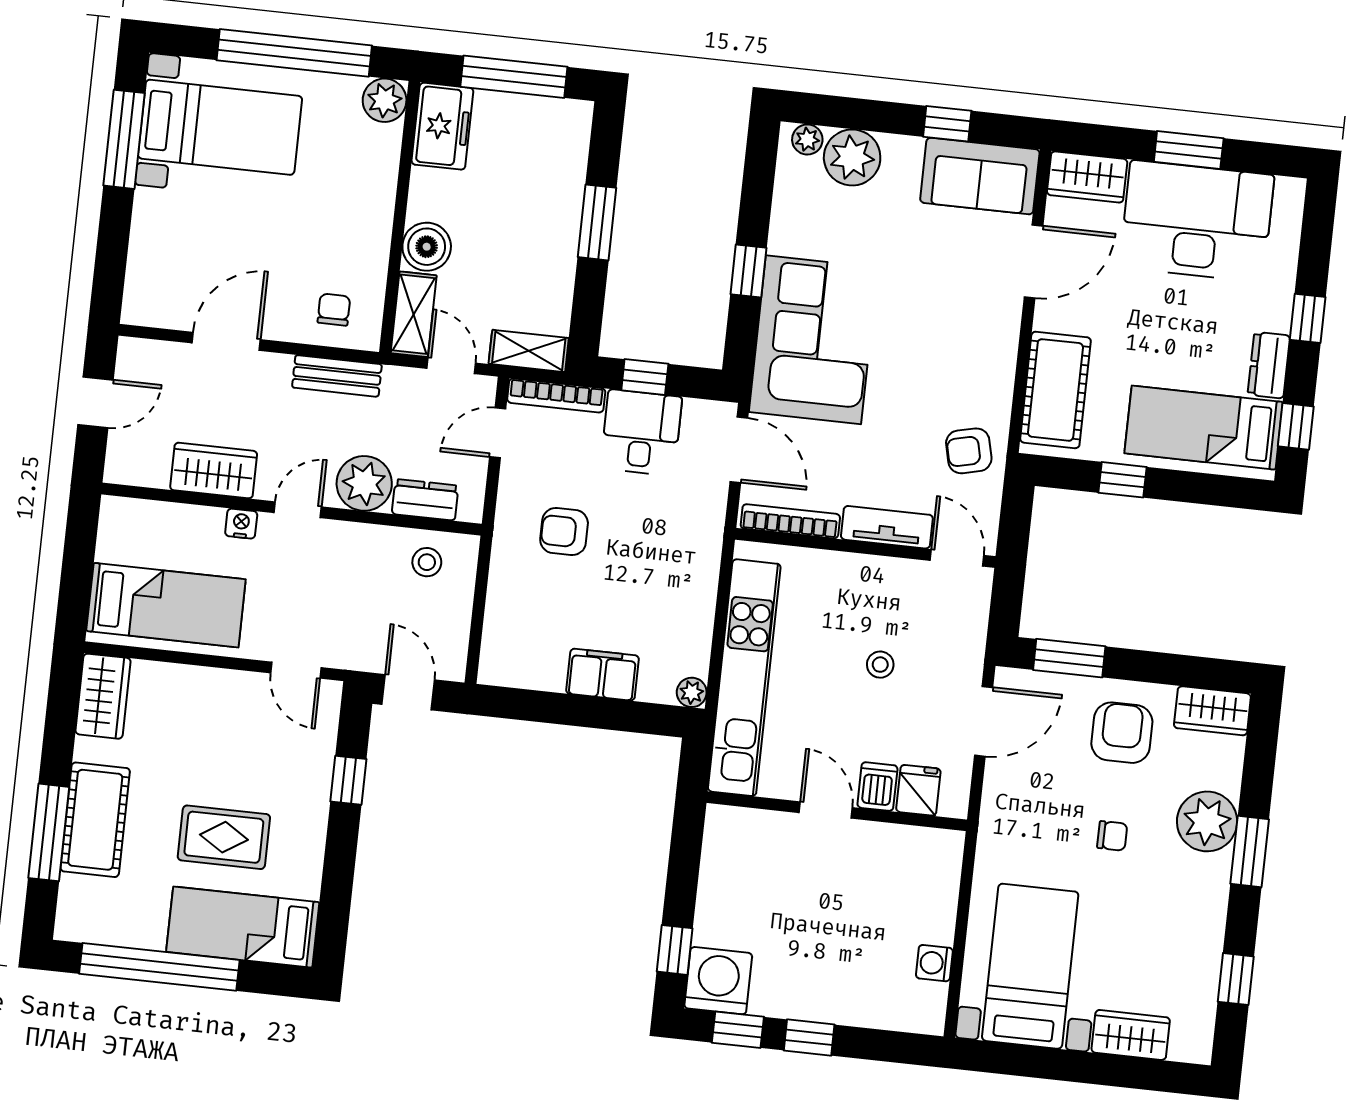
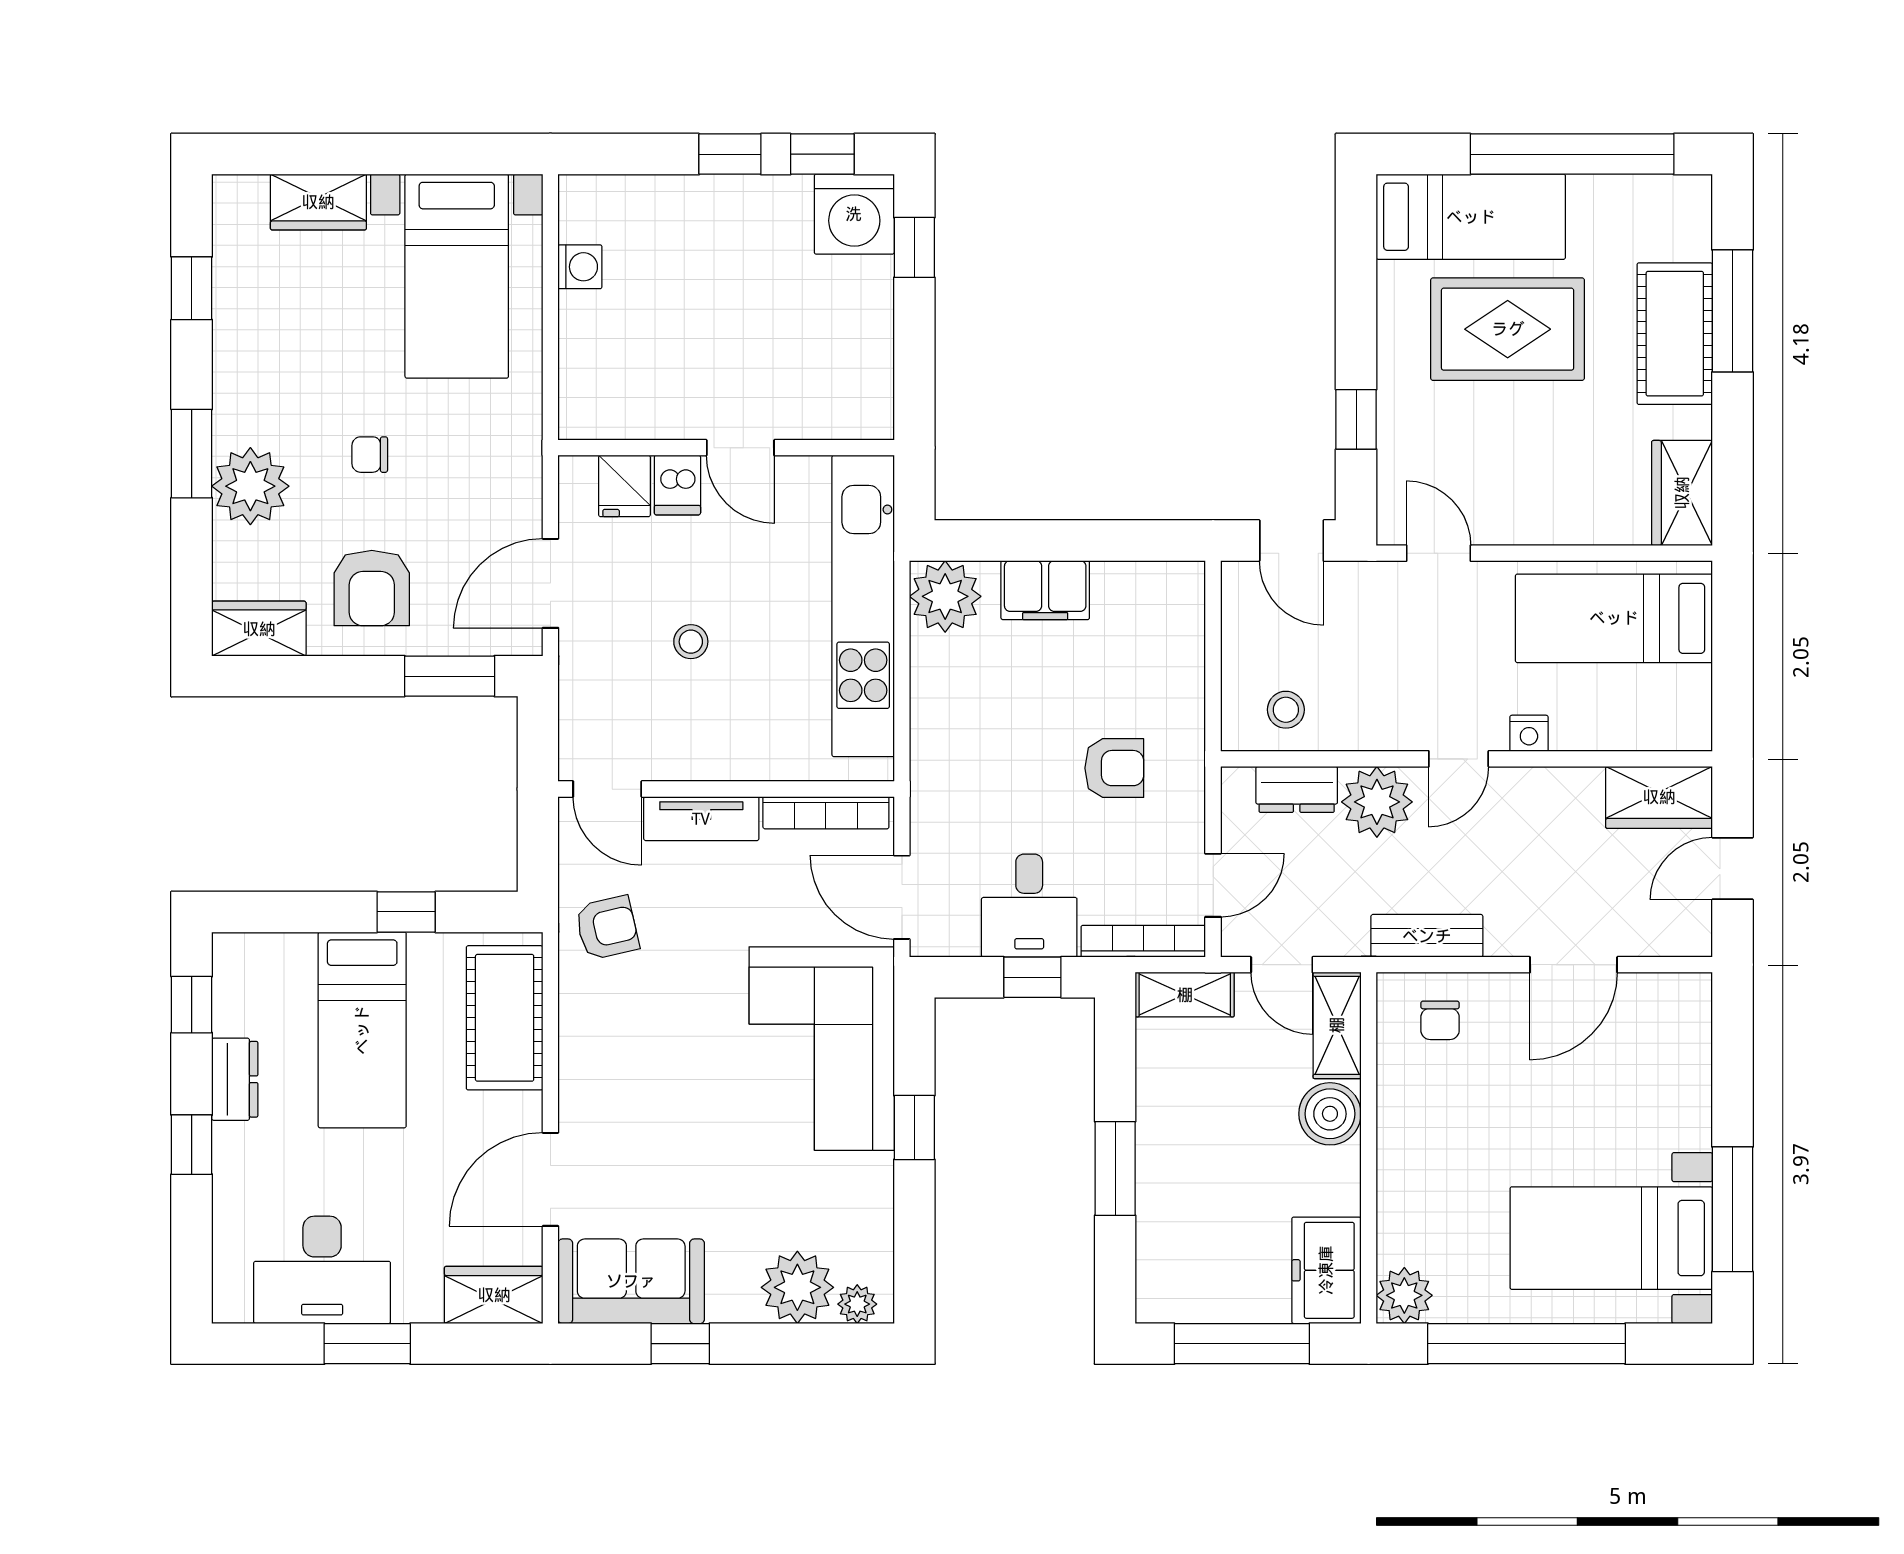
desk: (1197, 221) -> (322, 1270), width x0.73, depth x0.77
bed: (1204, 428) -> (362, 1030), moved, turned 90
wardrobe: (214, 471) -> (1659, 797), moved
plant: (692, 692) -> (945, 596), width x1.88, depth x1.88
rug: (224, 837) -> (1508, 329), width x1.36, depth x1.43

